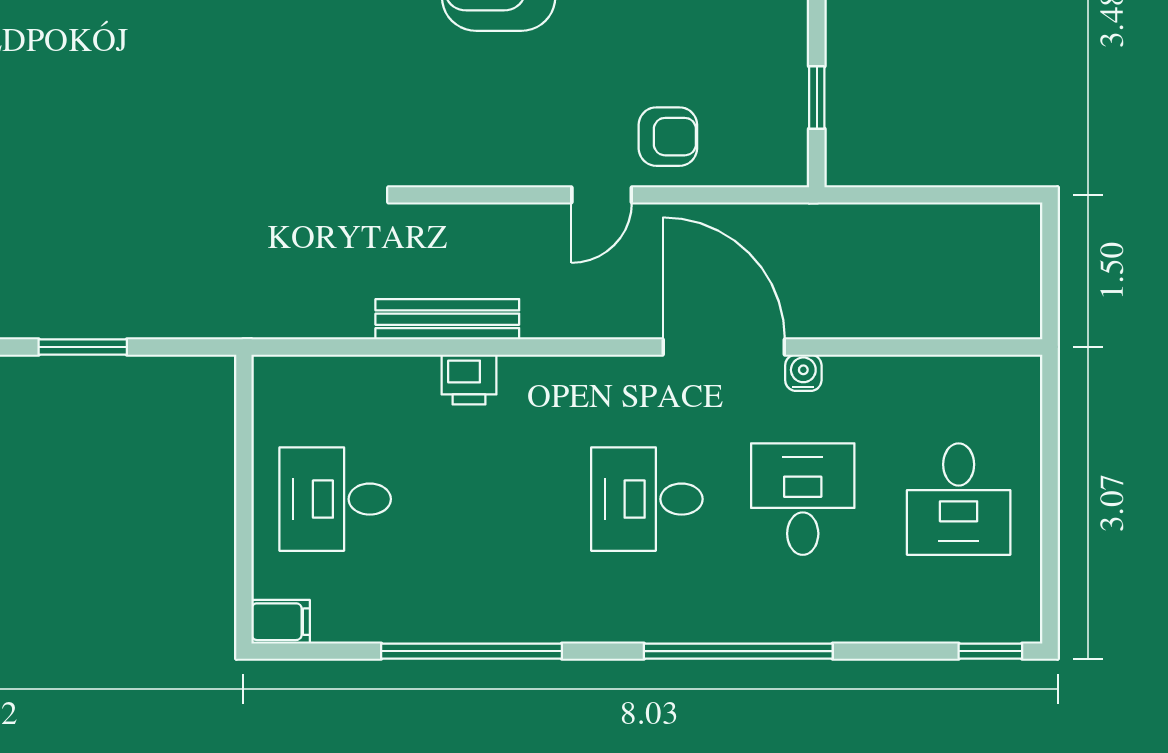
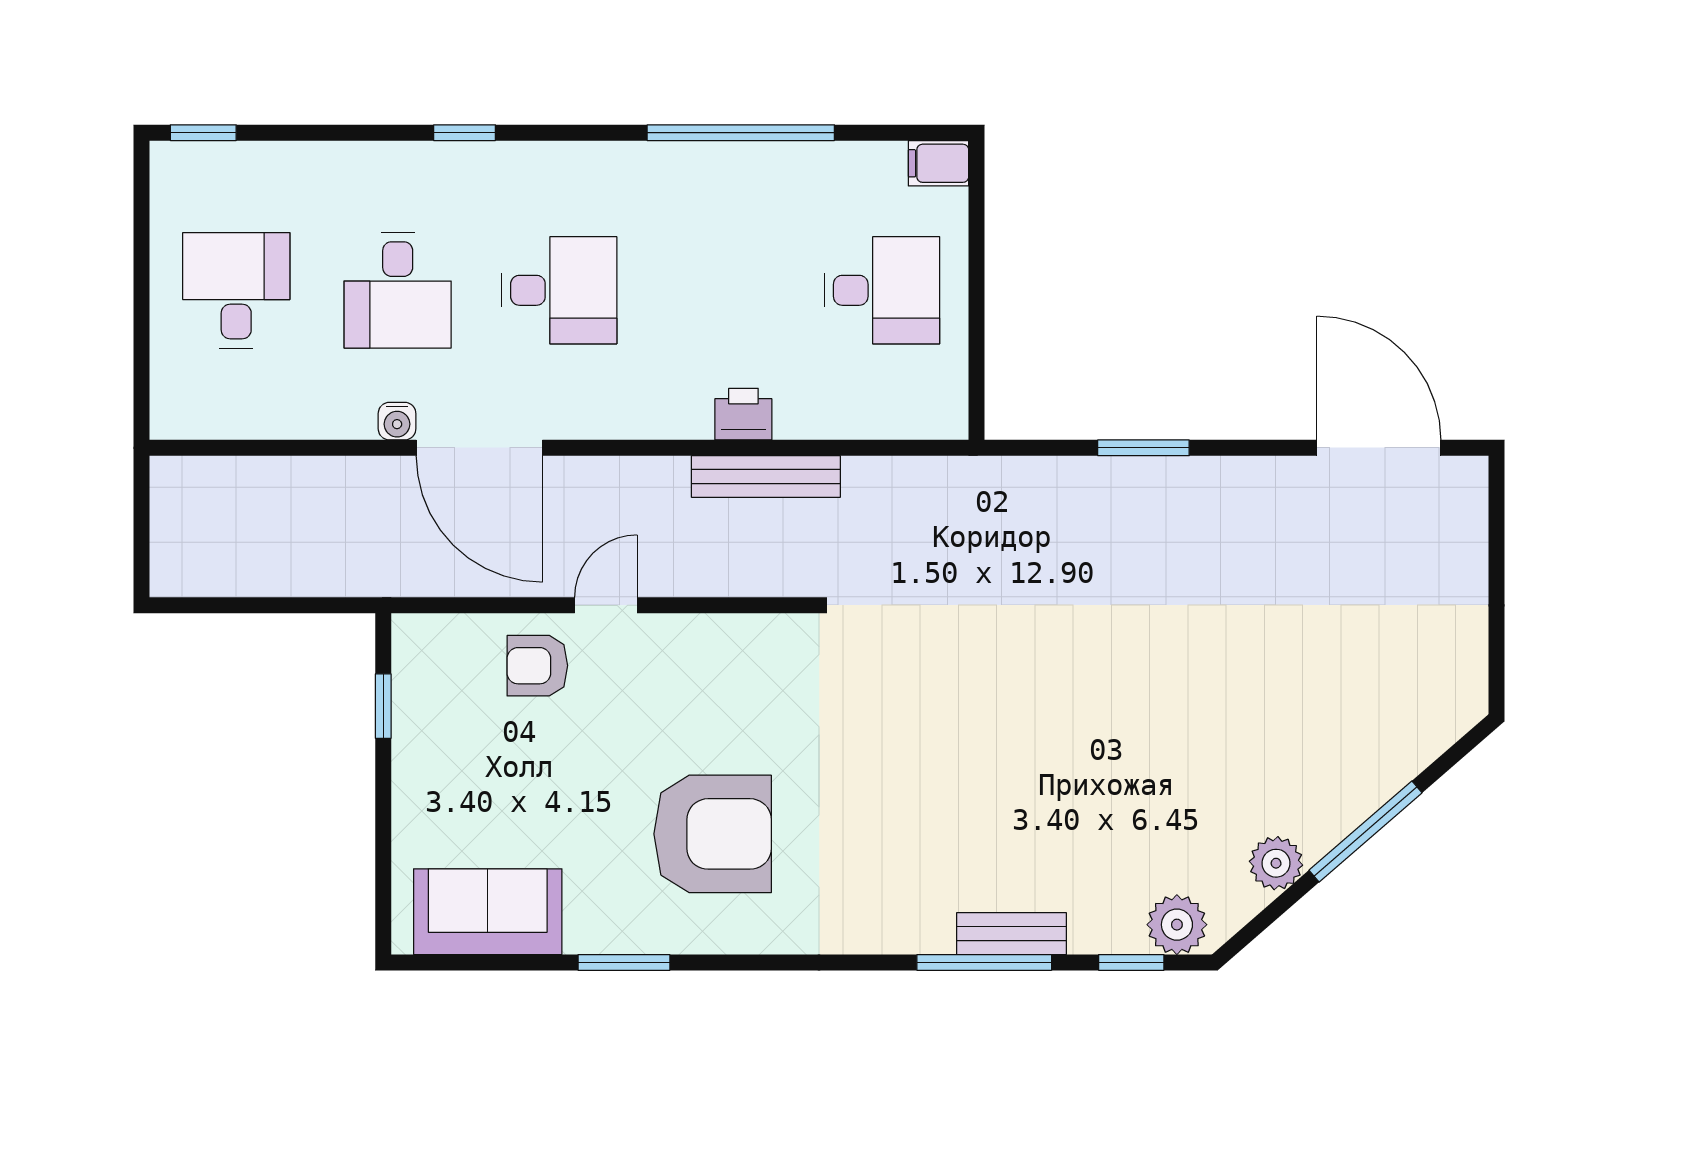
window: (738, 651) -> (465, 133), width x0.32

